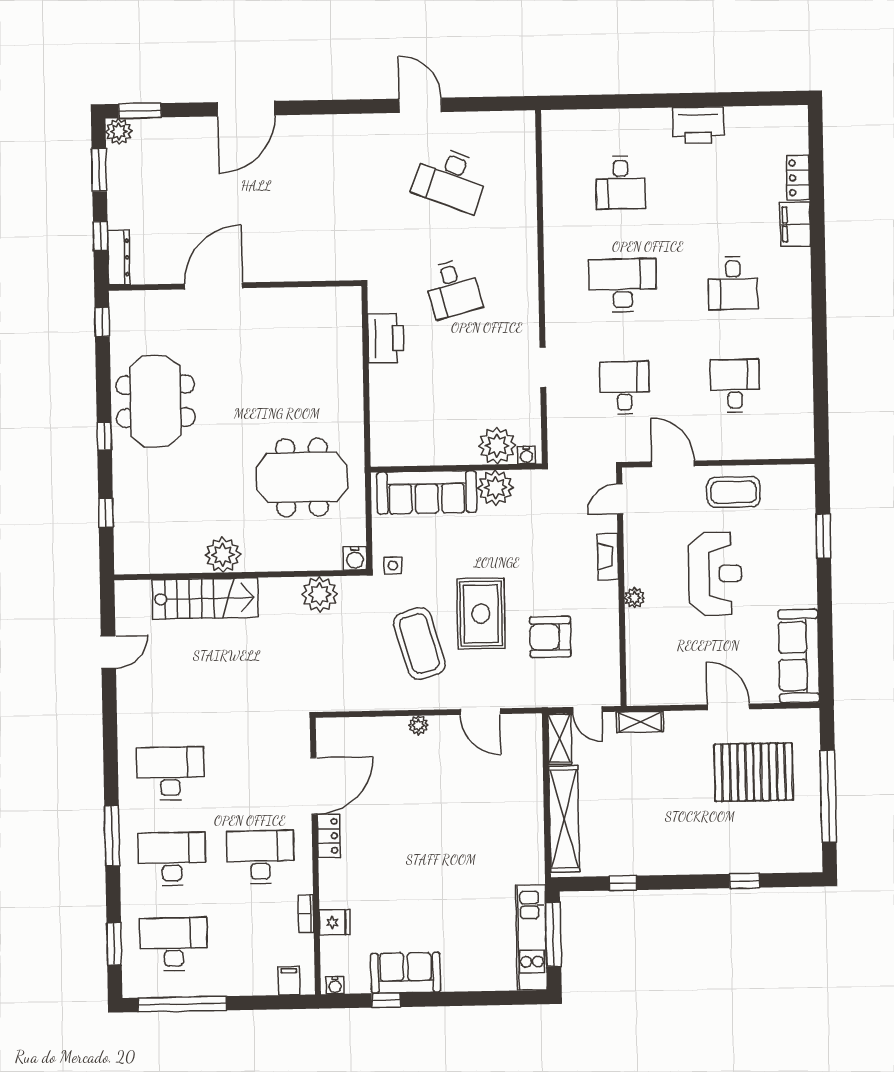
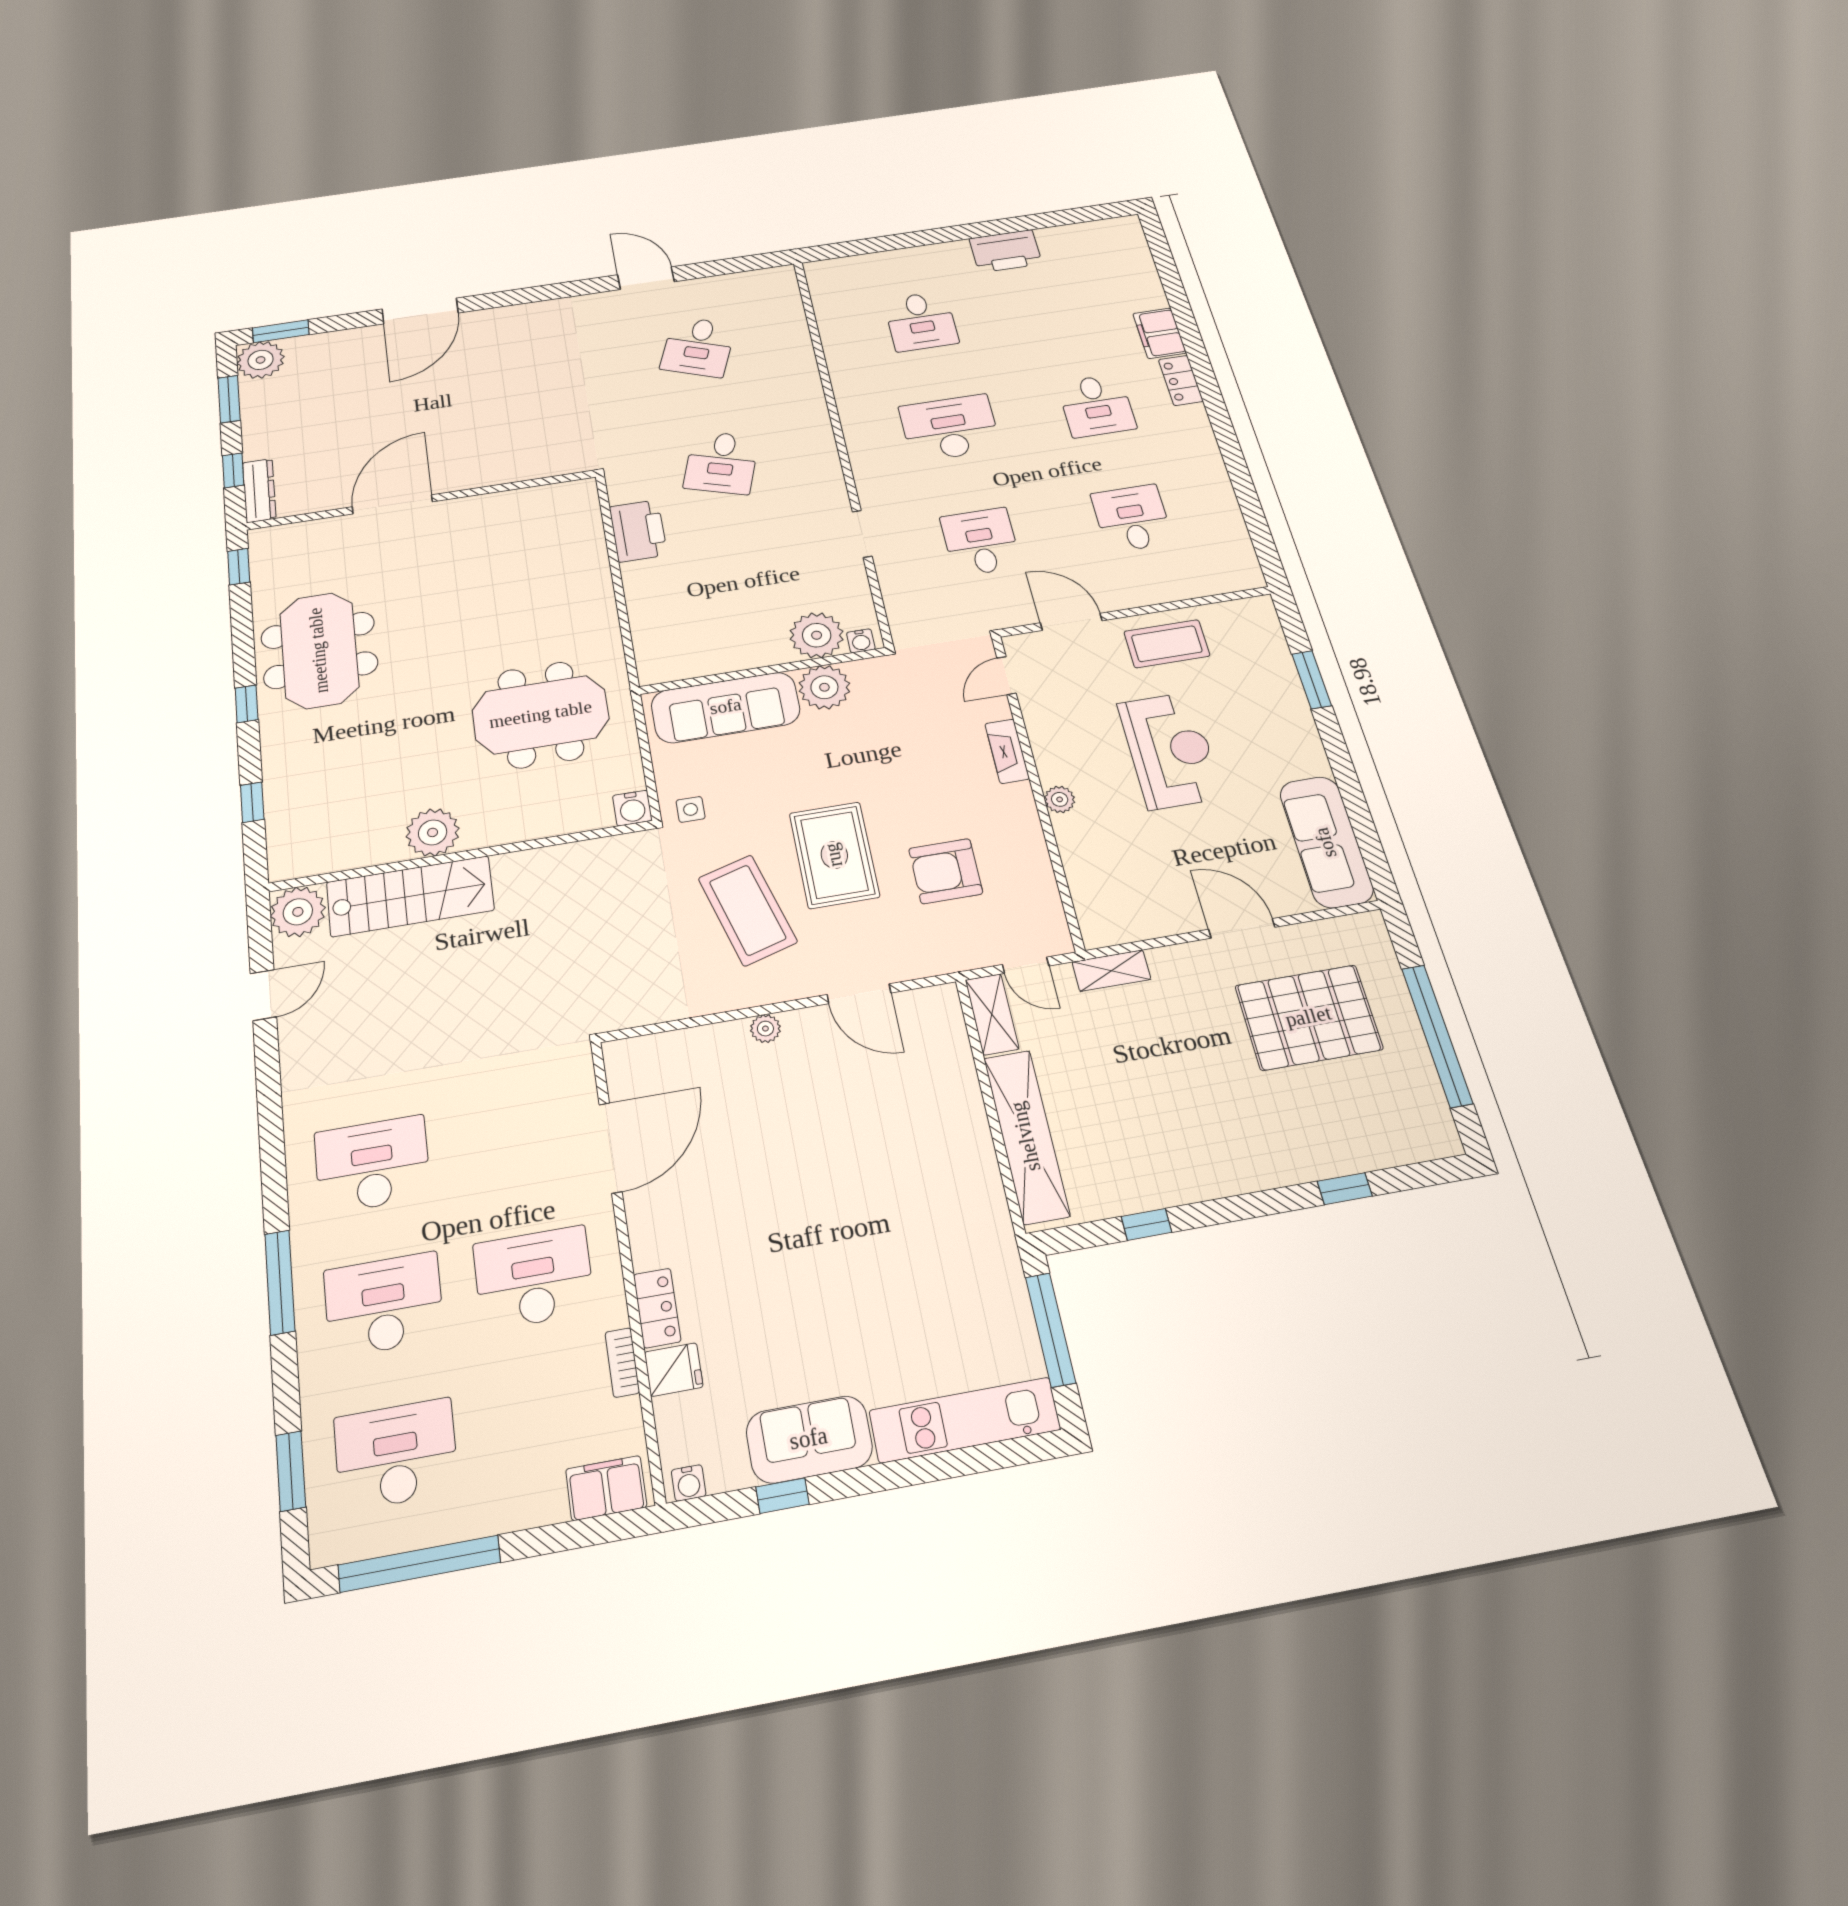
plant: (119, 131) -> (261, 360), width x1.36, depth x1.36
locker: (798, 178) -> (1181, 380), moved
desk: (451, 179) -> (698, 347), width x0.73
desk: (453, 289) -> (721, 463), turned 33
plant: (320, 594) -> (298, 912), moved
locker: (329, 836) -> (657, 1308), moved
kitchen unit: (531, 937) -> (965, 1420), moved, turned 90
filing cabinet: (289, 981) -> (606, 1488), width x2.00

